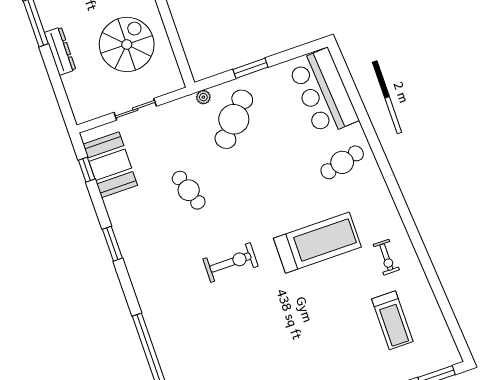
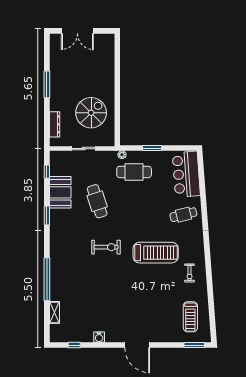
dresser: (60, 51) -> (55, 124), moved
cafe table: (234, 119) -> (134, 172), turned 48
booth: (110, 165) -> (60, 192), moved
cafe table: (189, 190) -> (97, 201), width x1.37, depth x1.35
treadmill: (392, 320) -> (190, 317), moved

